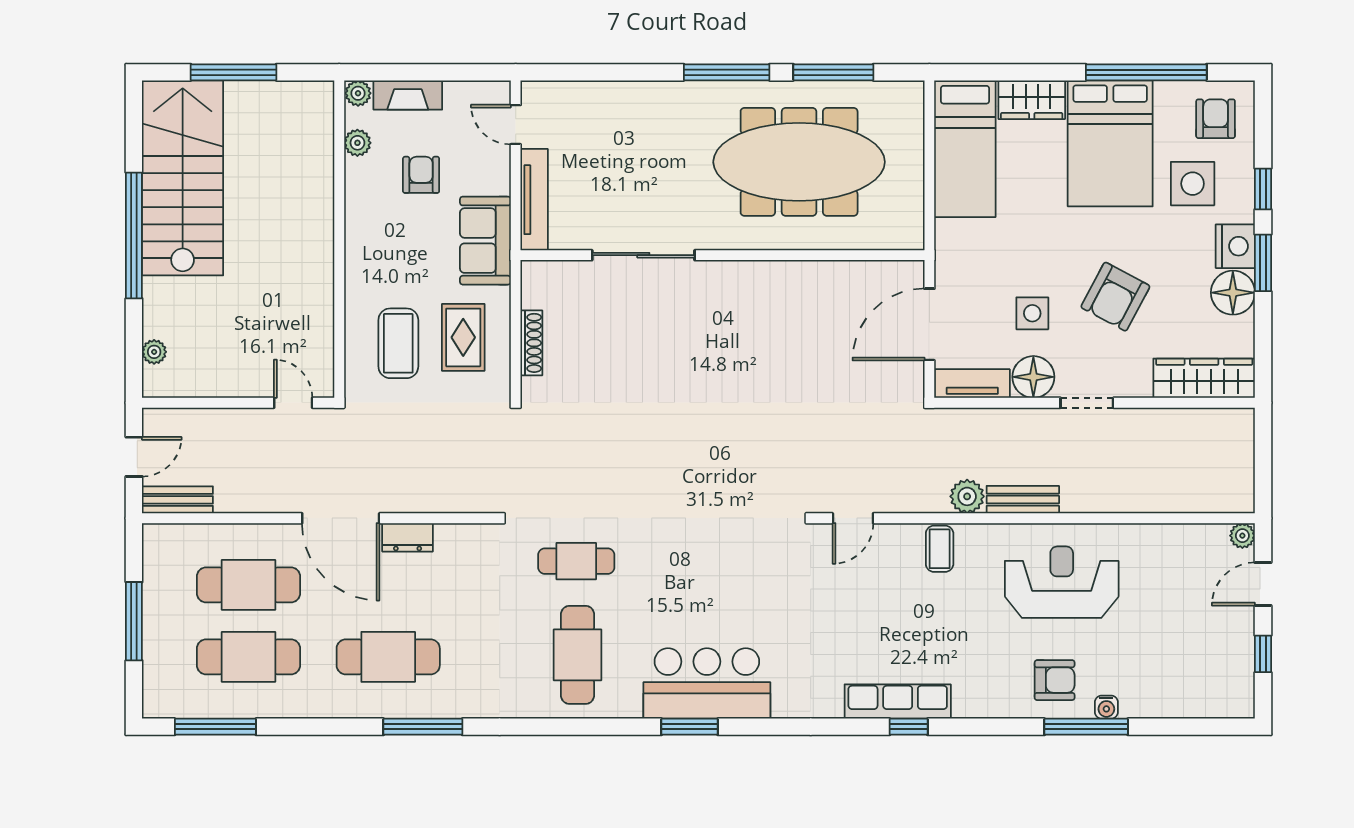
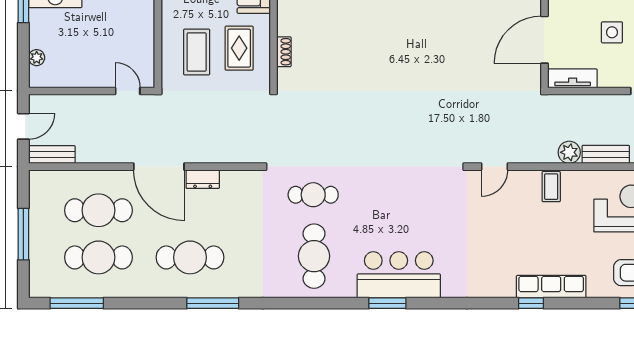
shoe rack: (531, 343) -> (284, 52), width x0.70
floor lamp: (1033, 377) -> (613, 74), removed
row of seats: (898, 702) -> (551, 287), moved

